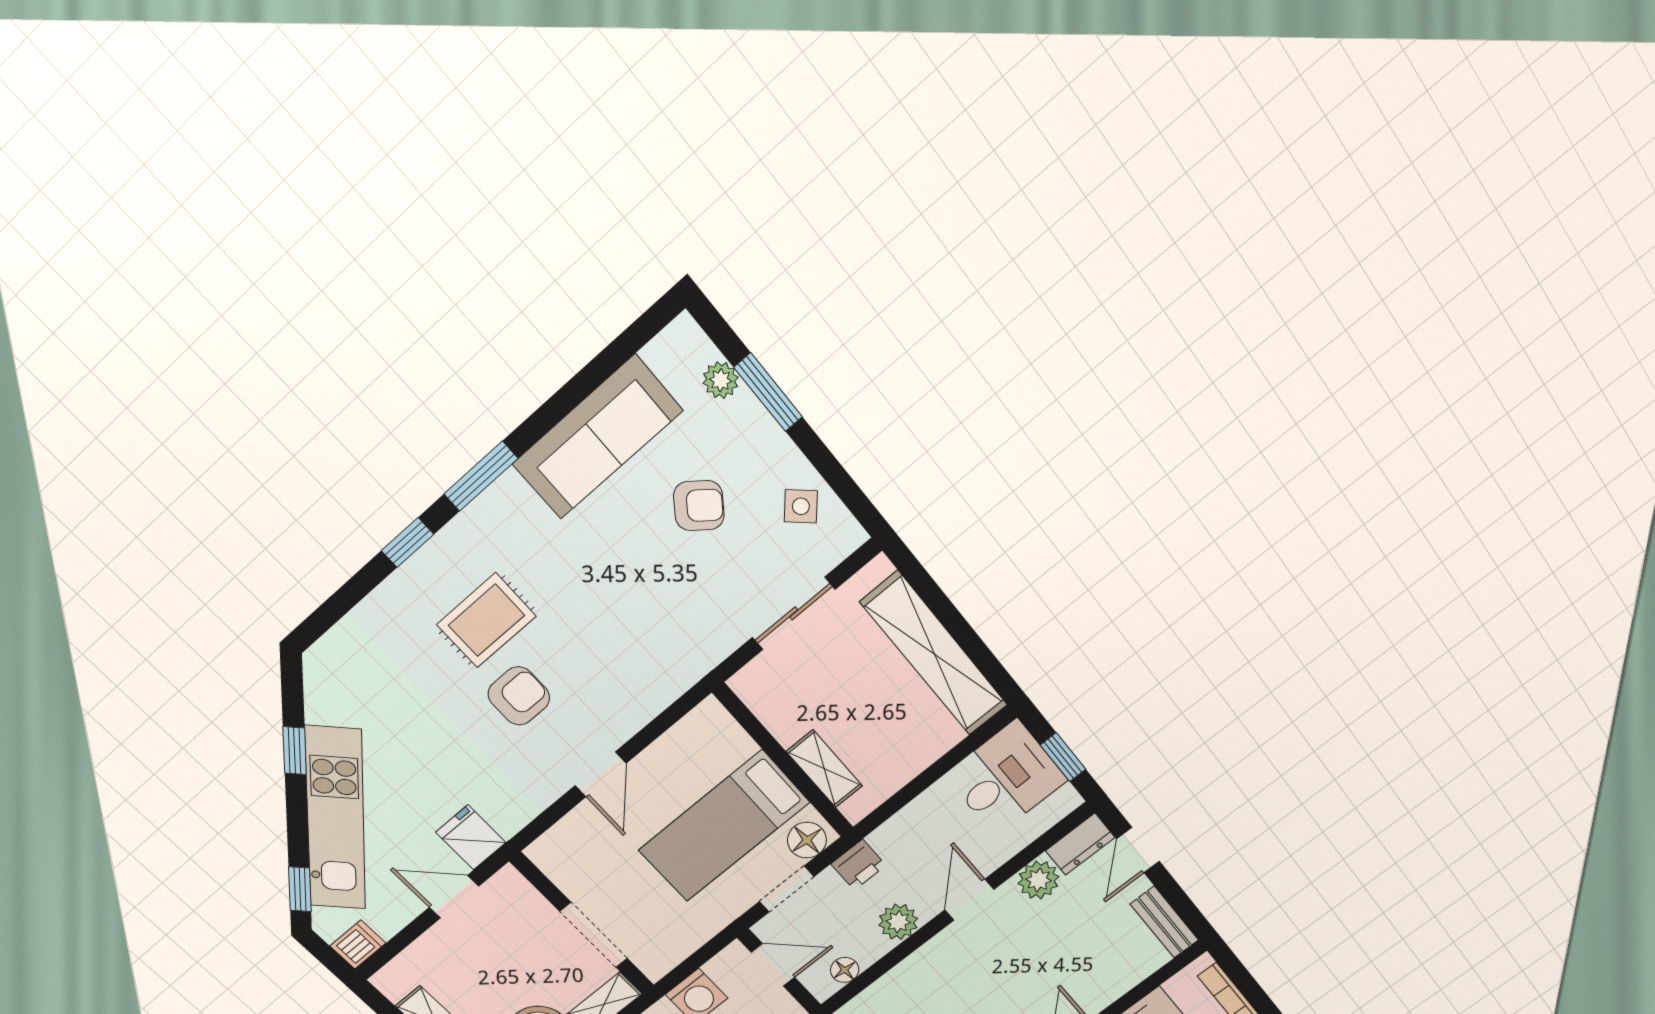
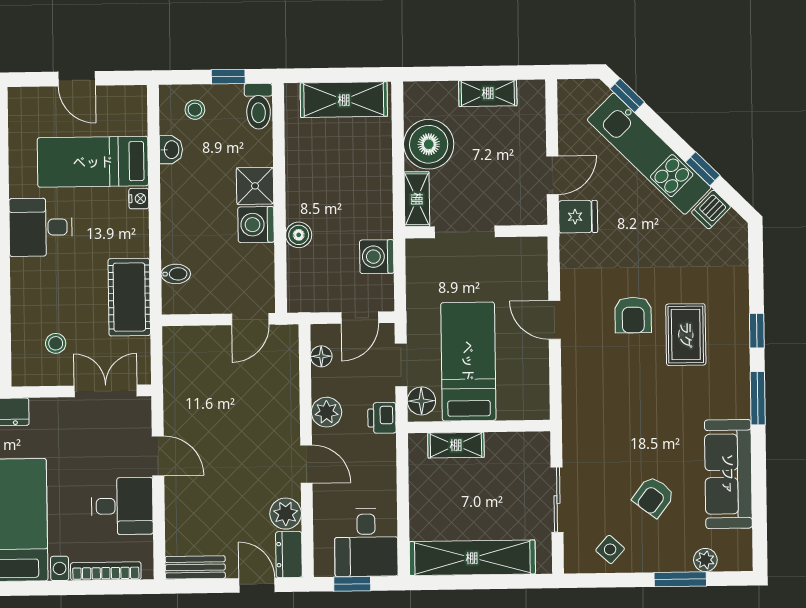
dishwasher: (358, 945) -> (711, 209), moved, turned 45

